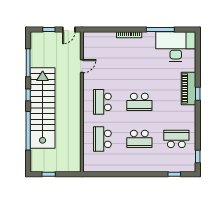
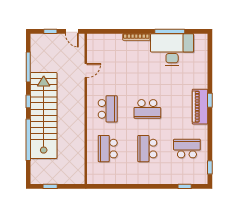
door: (69, 29) -> (72, 31), hinge flipped
desk: (176, 46) -> (172, 50), moved
piano: (189, 88) -> (200, 107), moved
school desk: (102, 102) -> (108, 109), turned 180
school desk: (139, 139) -> (147, 149), turned 90

